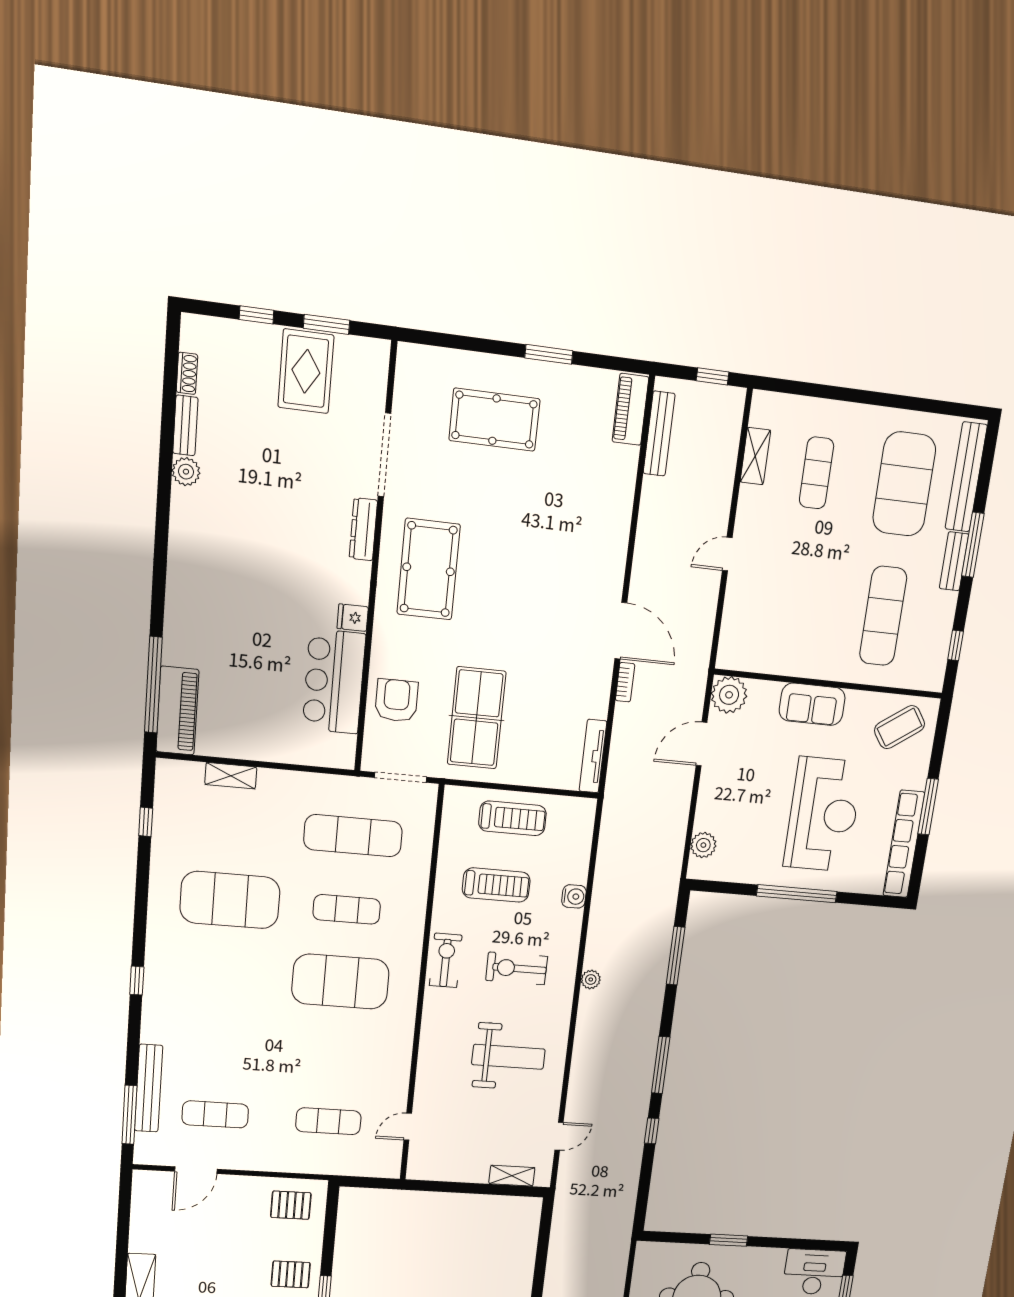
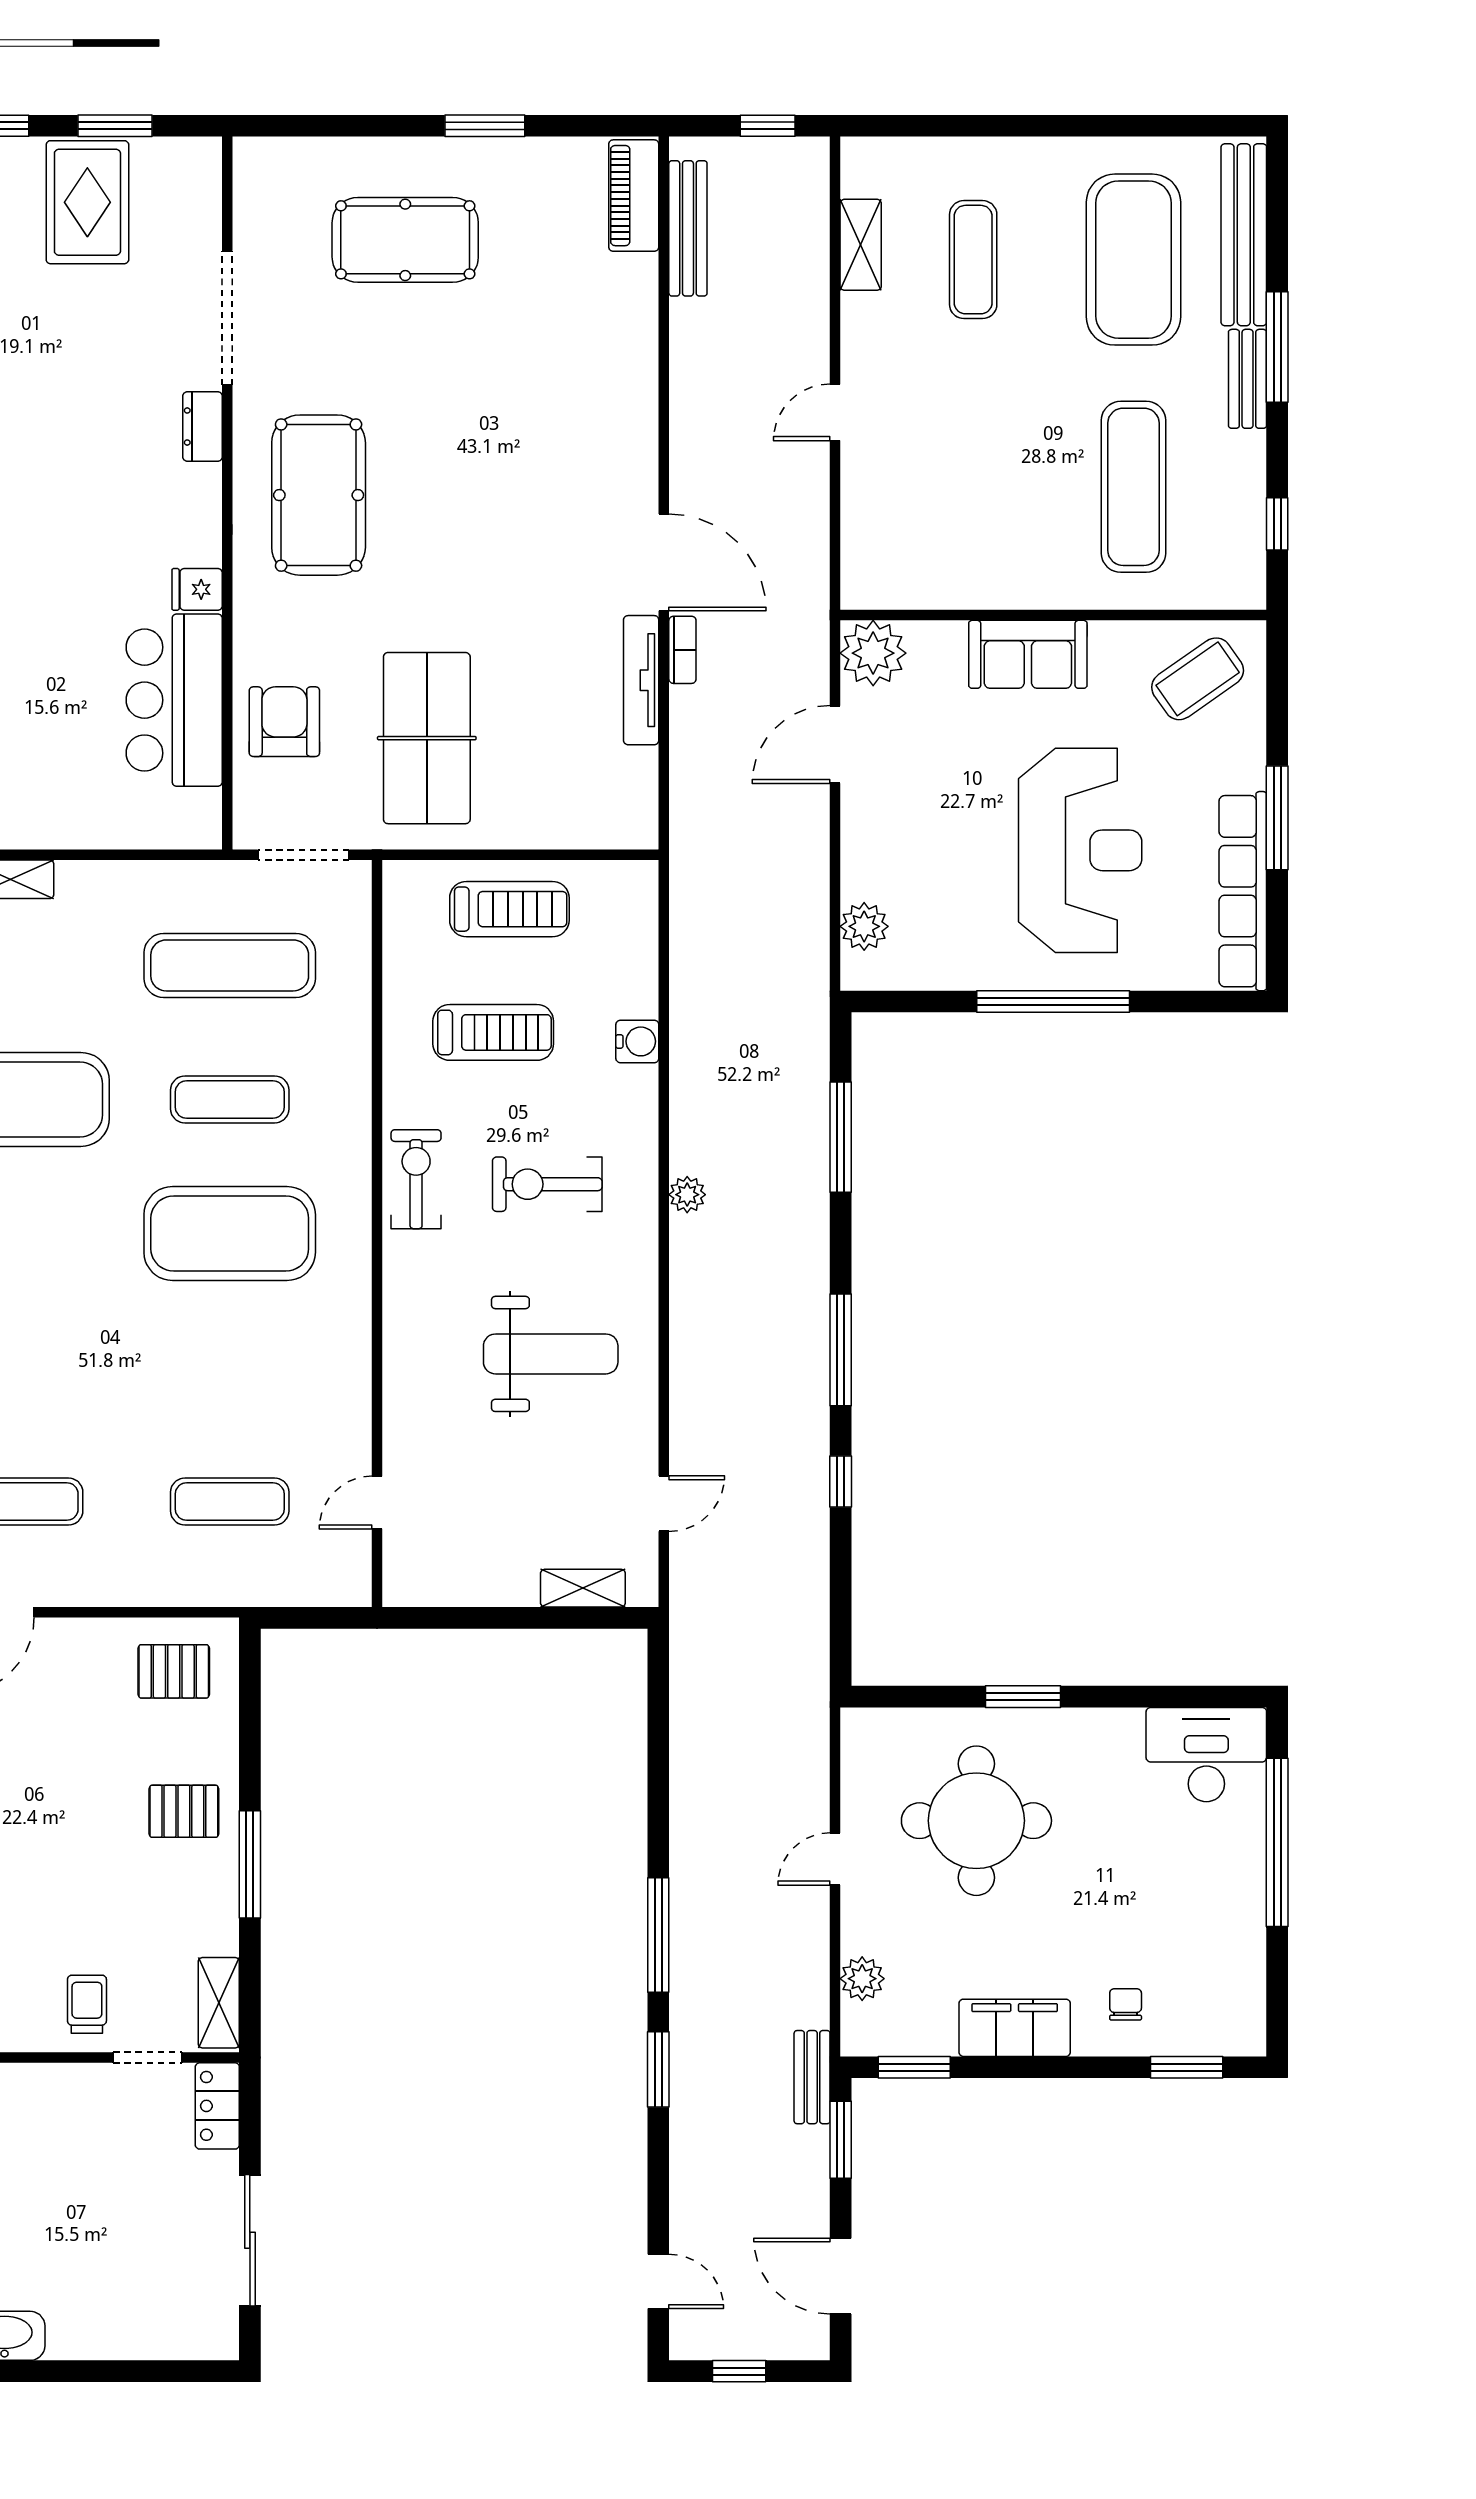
dresser: (363, 529) -> (203, 427), width x0.70
tv unit: (593, 756) -> (641, 680), moved

